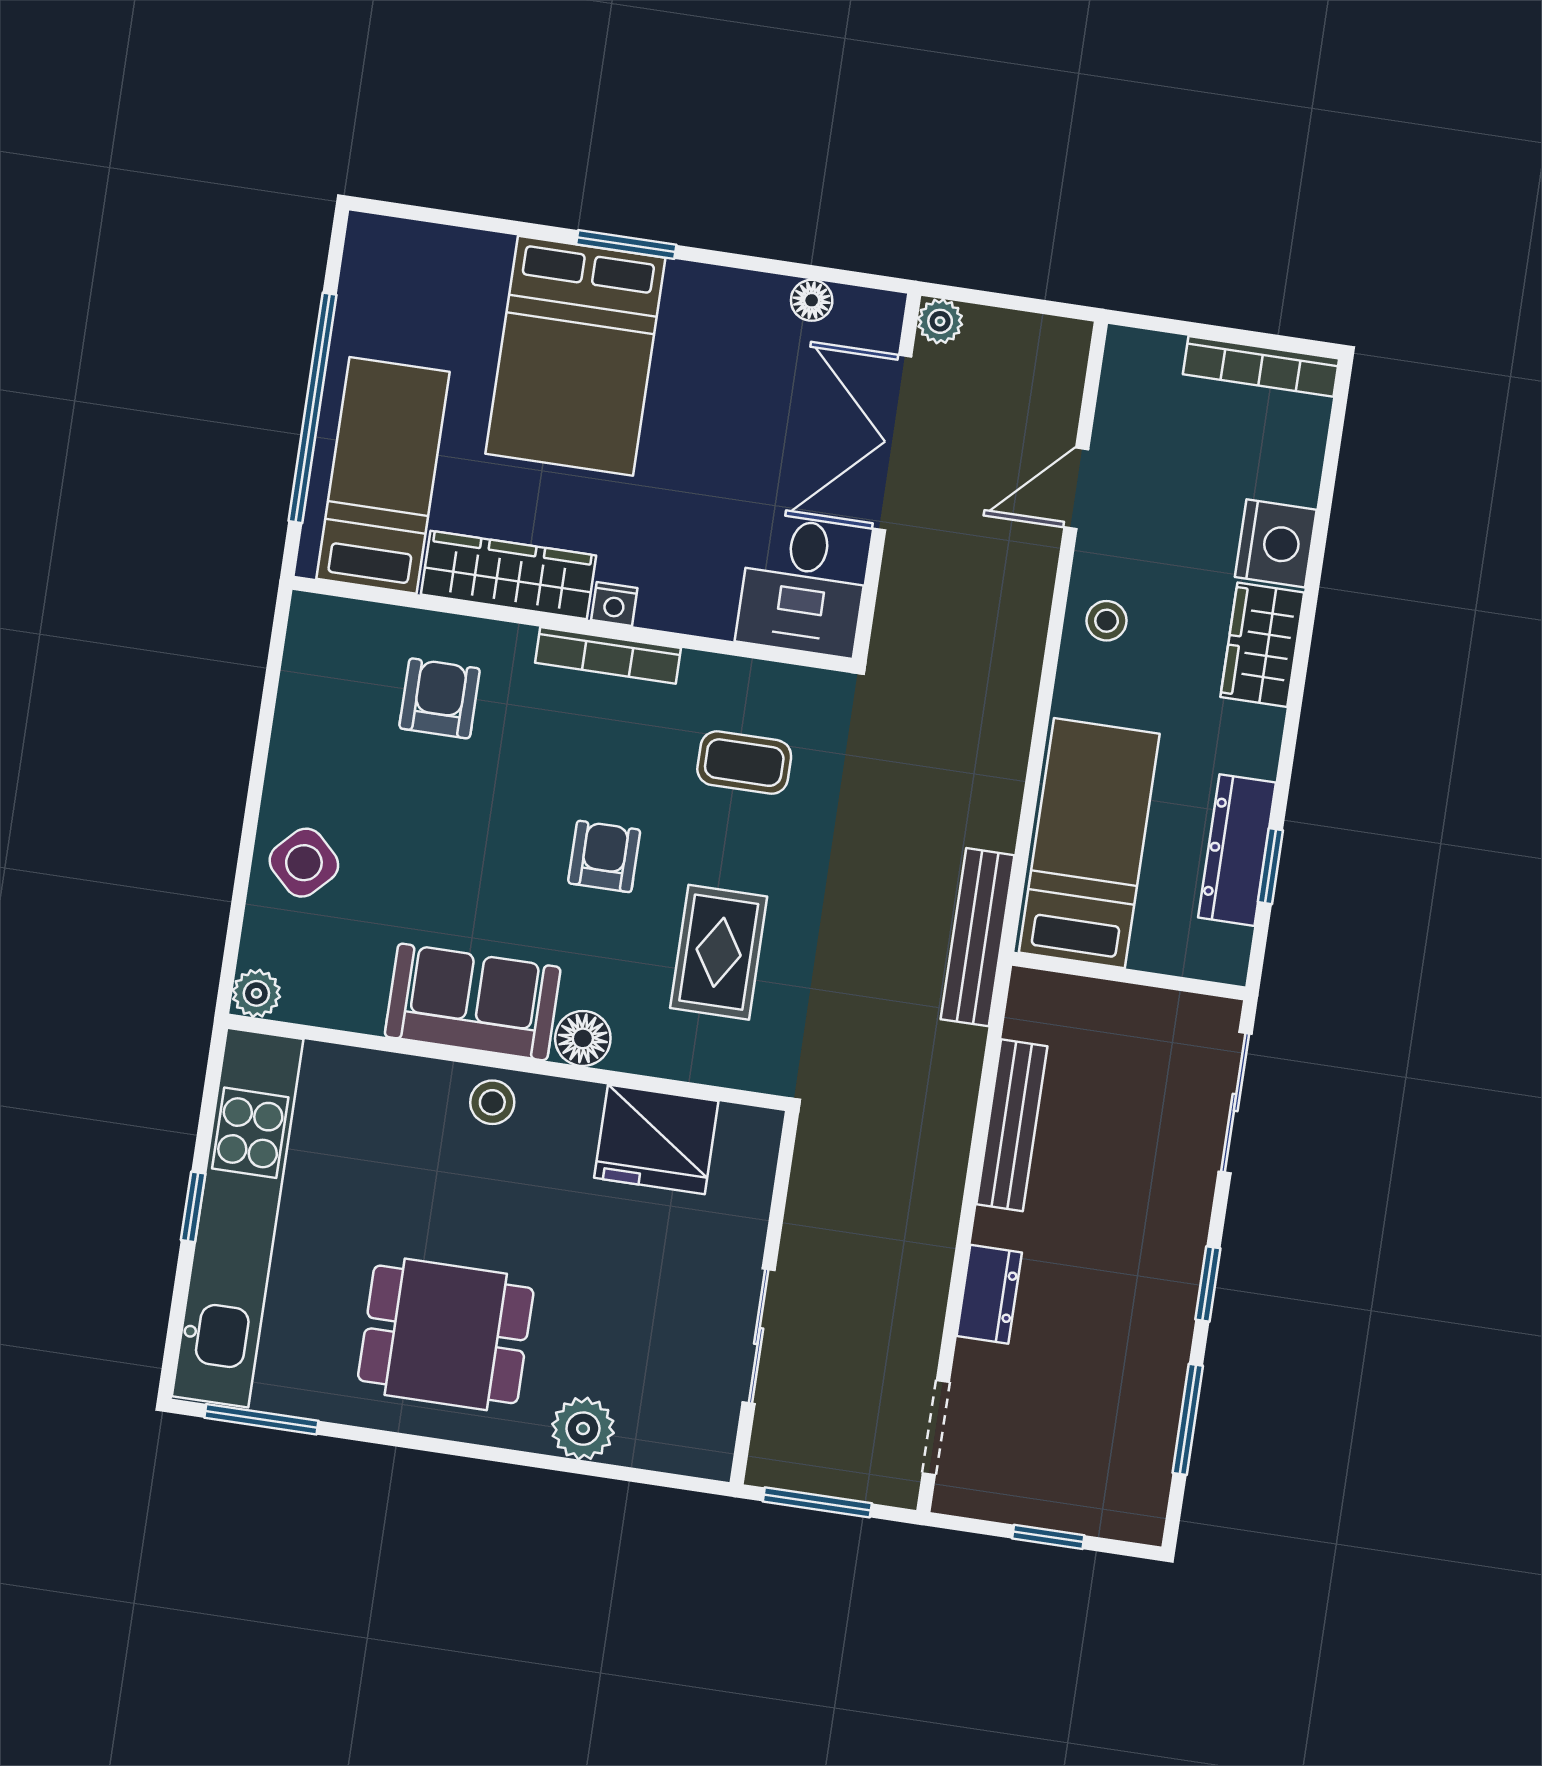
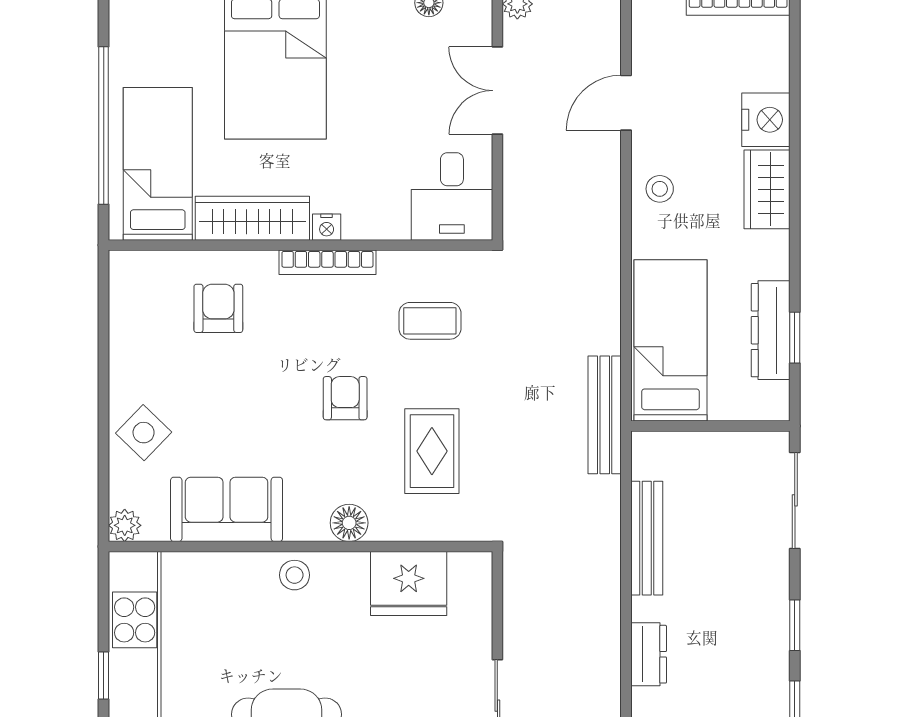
double door: (892, 443) -> (497, 91), width x0.73
sofa: (473, 1002) -> (227, 509), moved

